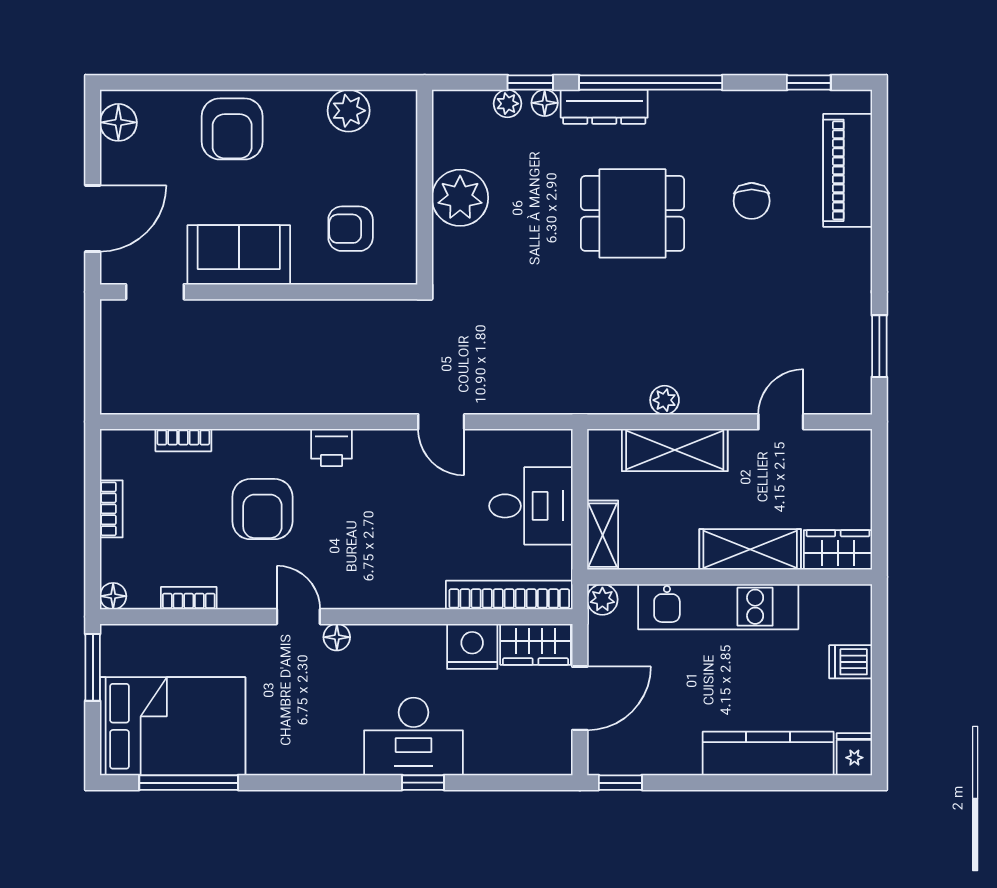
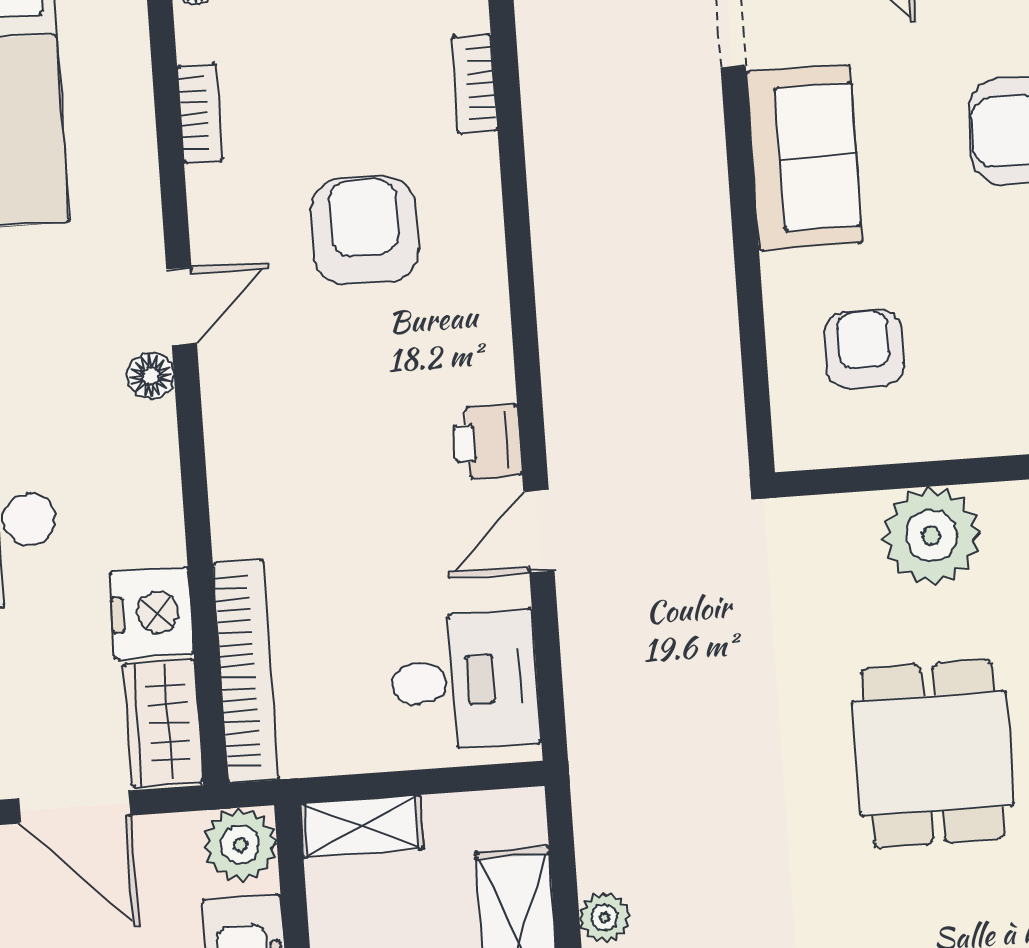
dining table: (633, 213) -> (933, 754), moved
printer: (332, 448) -> (487, 442), moved
desk: (531, 506) -> (464, 681), moved, turned -90
armchair: (262, 509) -> (364, 230), turned 90
plant: (602, 599) -> (240, 845), width x1.38, depth x1.38

